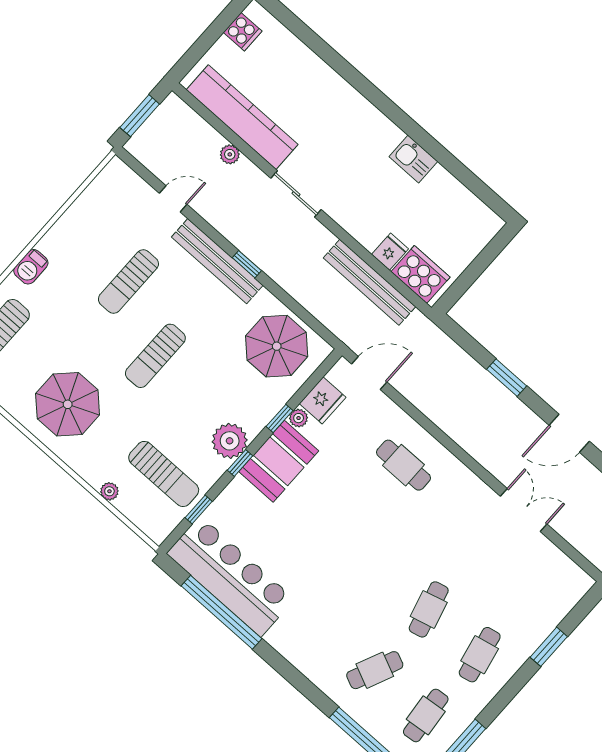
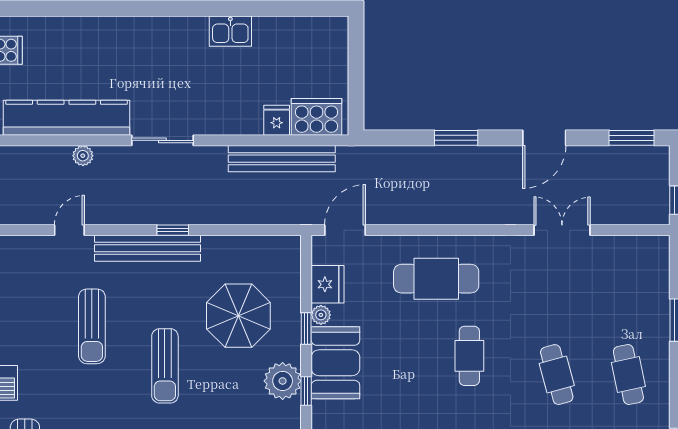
parasol: (277, 346) -> (238, 316), moved
cafe table: (404, 465) -> (436, 279), width x1.37, depth x1.35
cafe table: (378, 541) -> (469, 356), added

